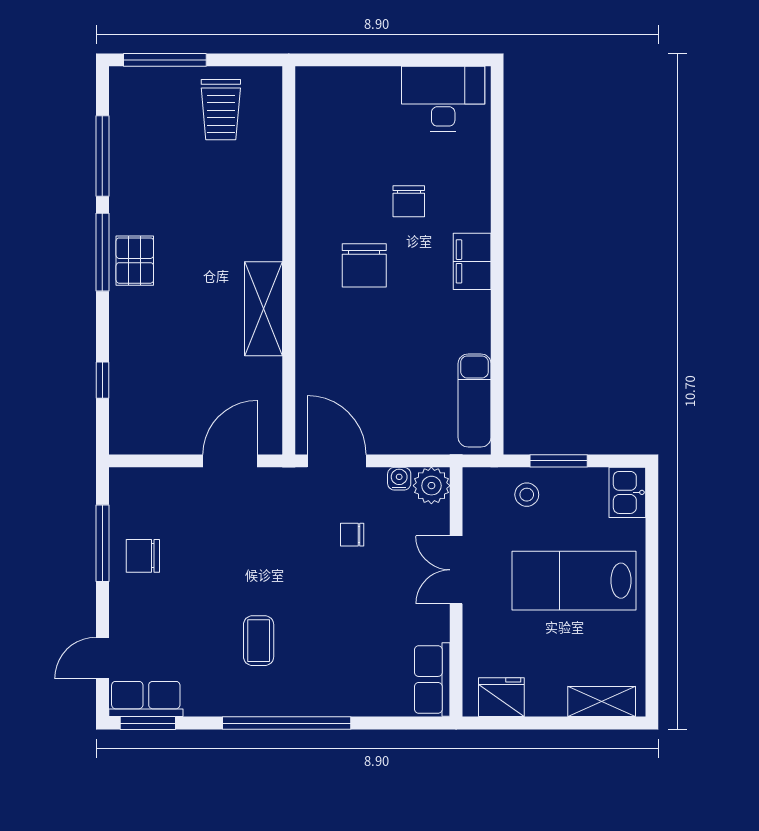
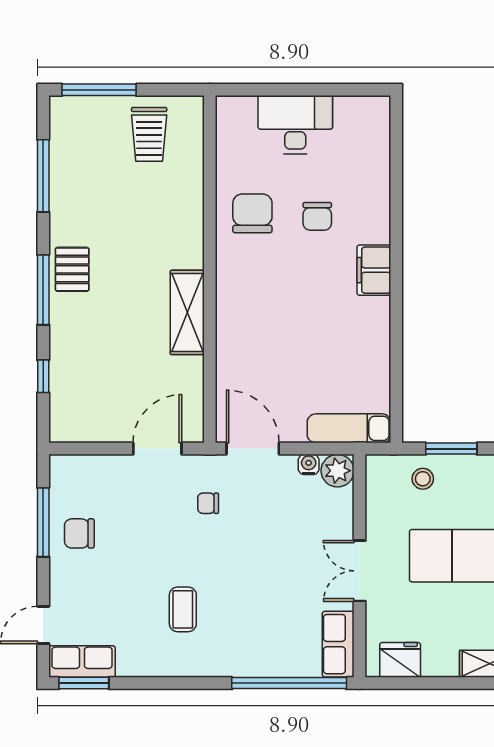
desk: (443, 99) -> (295, 125), moved
window: (102, 252) -> (43, 290), moved
chair: (364, 265) -> (252, 213), moved, turned 180
exam couch: (475, 400) -> (349, 428), moved, turned 90
chair: (352, 535) -> (208, 503), moved
double door: (456, 570) -> (360, 571), moved
window: (287, 723) -> (289, 683), moved

